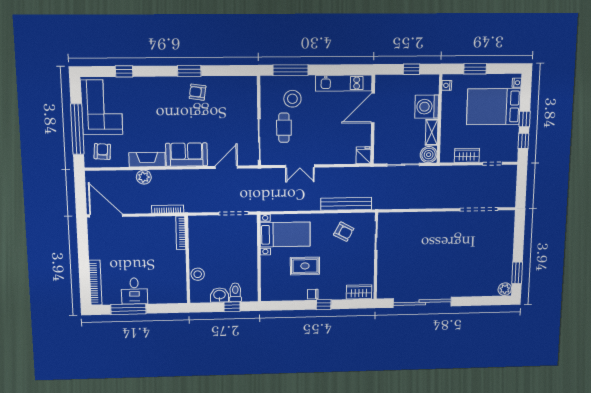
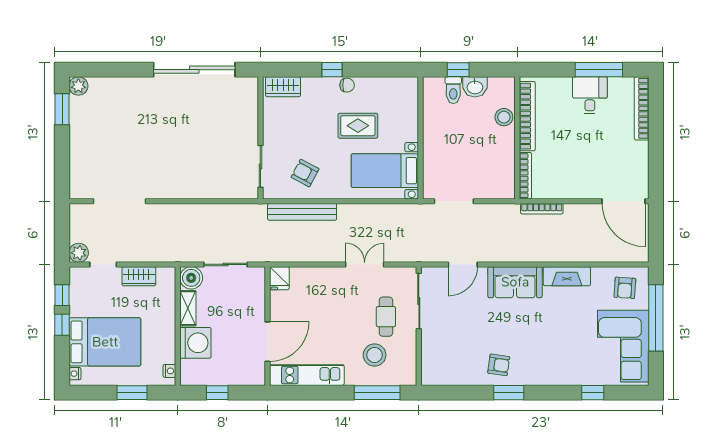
plant: (144, 177) -> (79, 253), moved
bookcase: (180, 275) -> (527, 116), added

